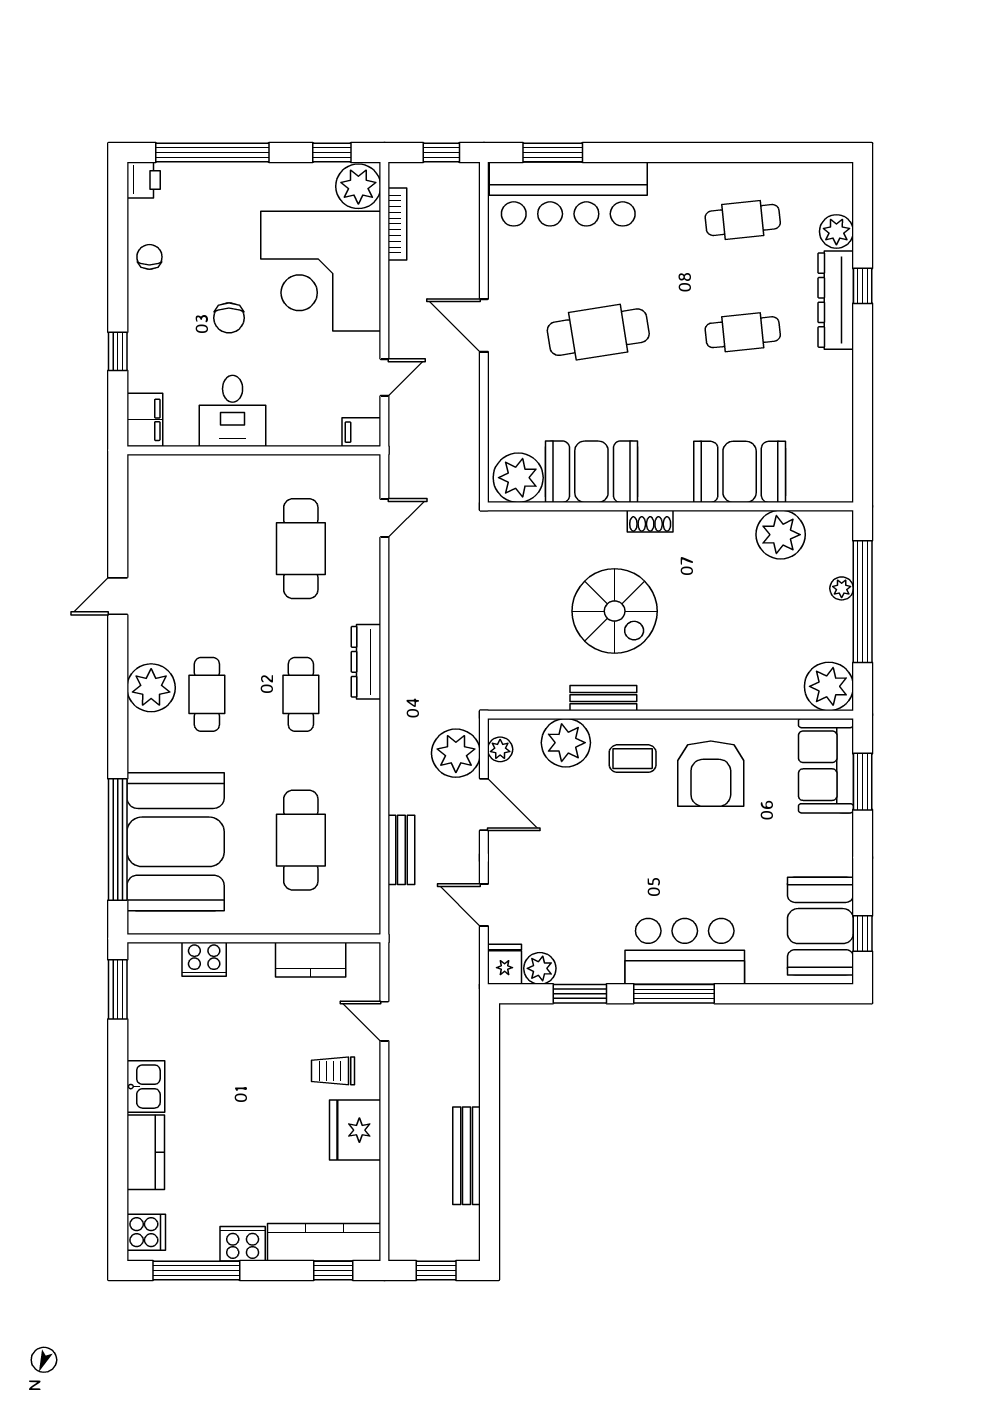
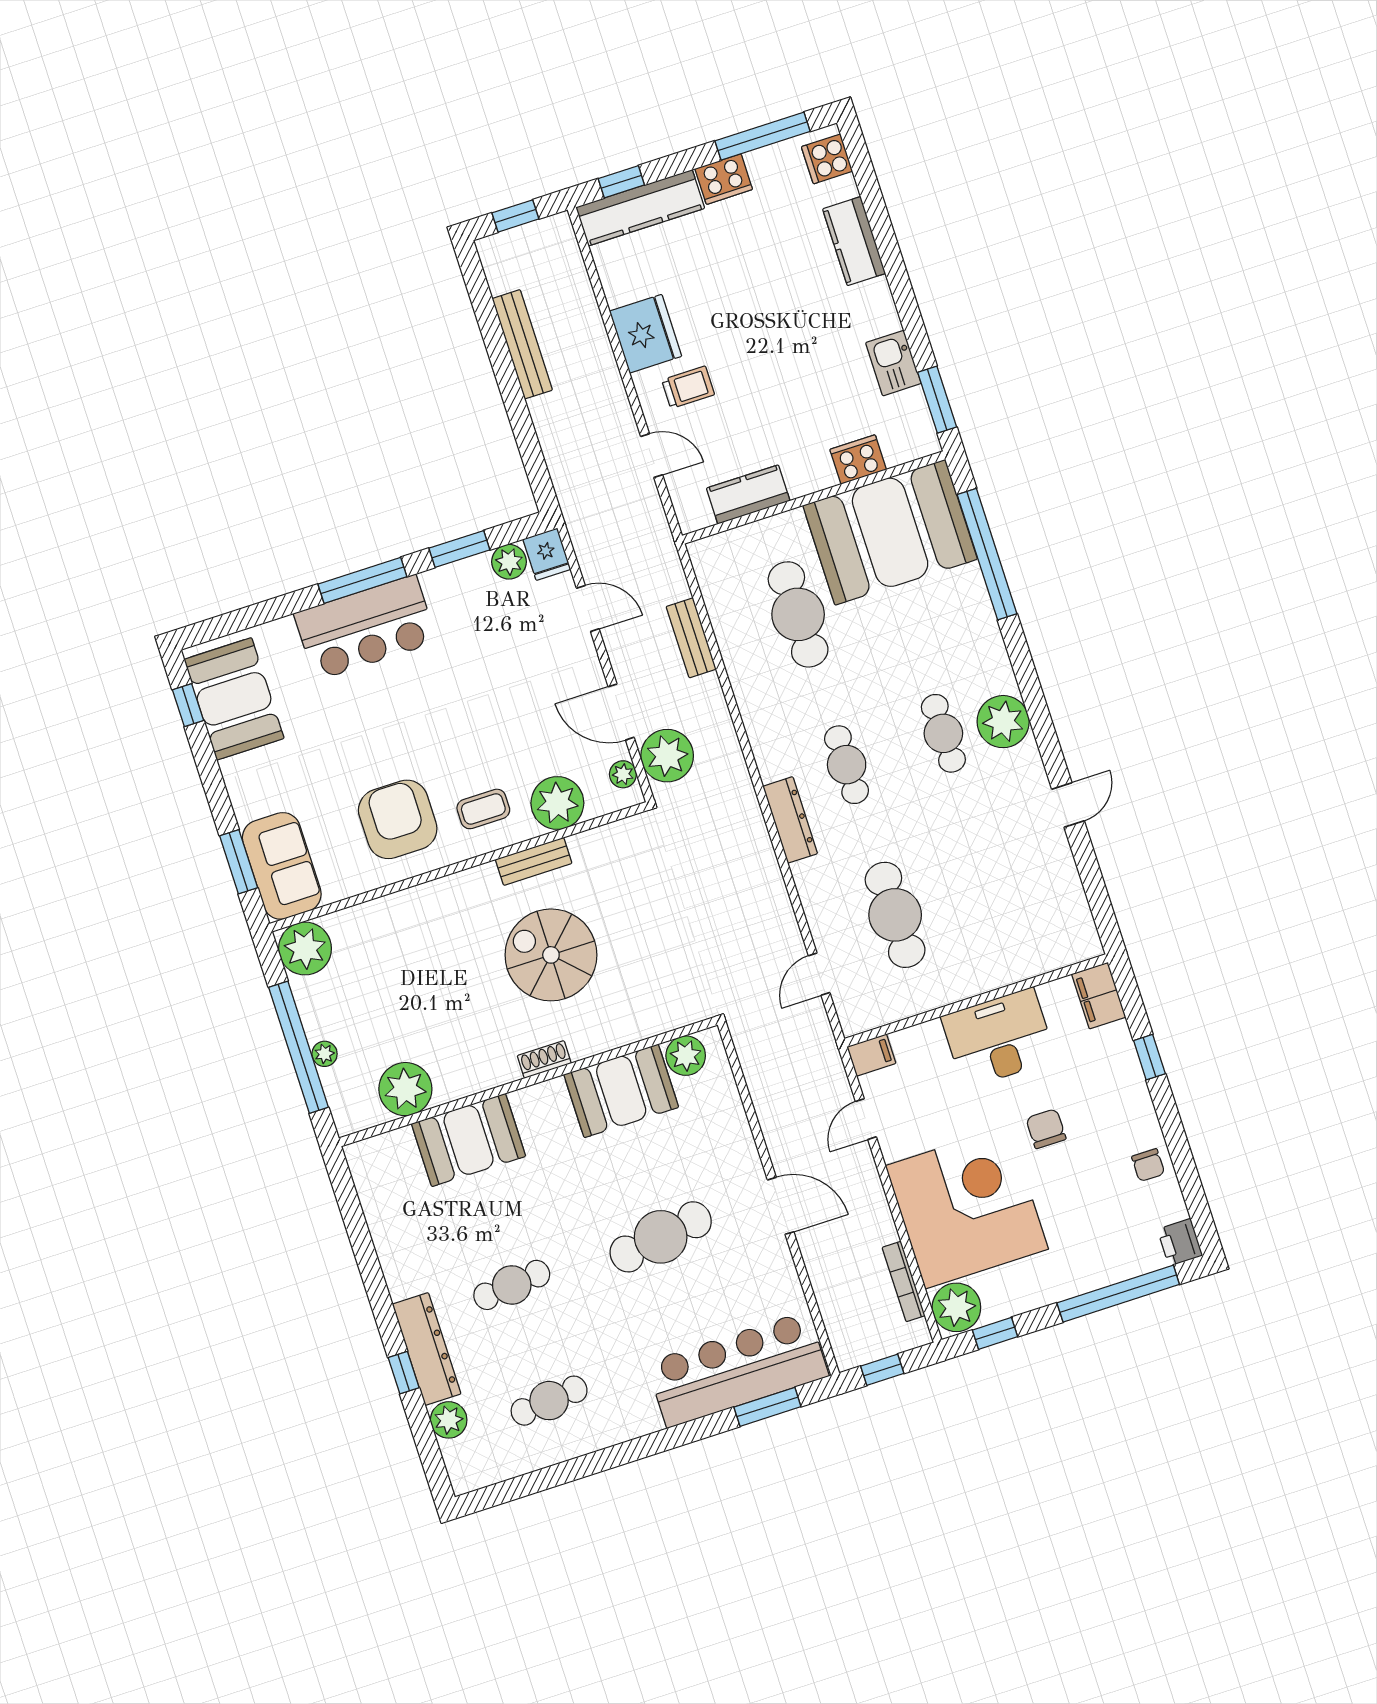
desk: (233, 411) -> (999, 1038), width x1.37
plant: (518, 478) -> (686, 1056), width x0.73, depth x0.73
booth: (176, 842) -> (890, 532), moved, turned 90
kitchen sink: (146, 1087) -> (893, 363), moved

